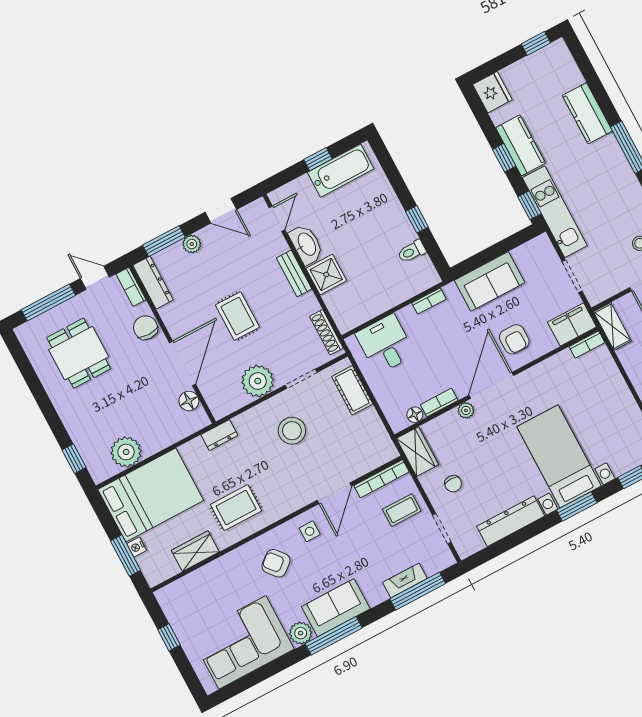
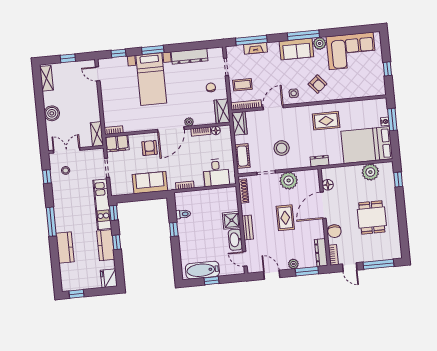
door: (277, 219) -> (245, 259), hinge flipped
dining table: (79, 353) -> (372, 217), moved
wardrobe: (195, 551) -> (239, 123), moved, turned -90

